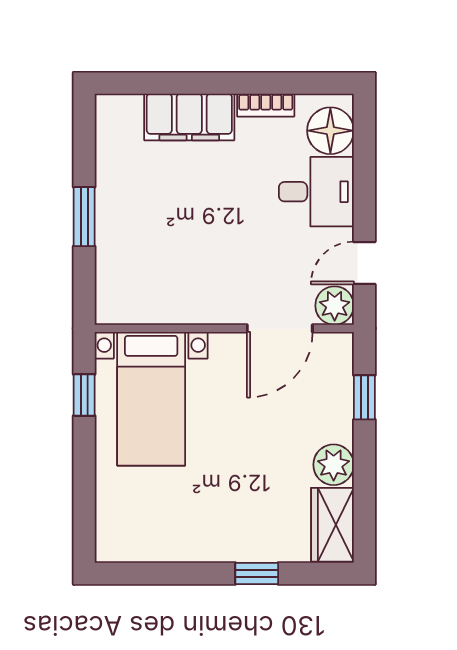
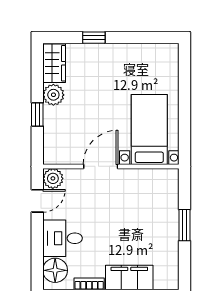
door: (280, 328) -> (101, 166), moved
window: (84, 395) -> (185, 131), removed
window: (364, 397) -> (37, 115), moved

